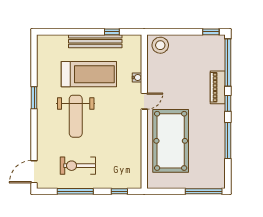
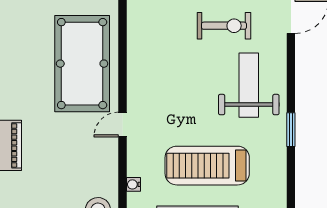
water cooler: (137, 78) -> (133, 184), moved
weight bench: (76, 116) -> (249, 85), moved

